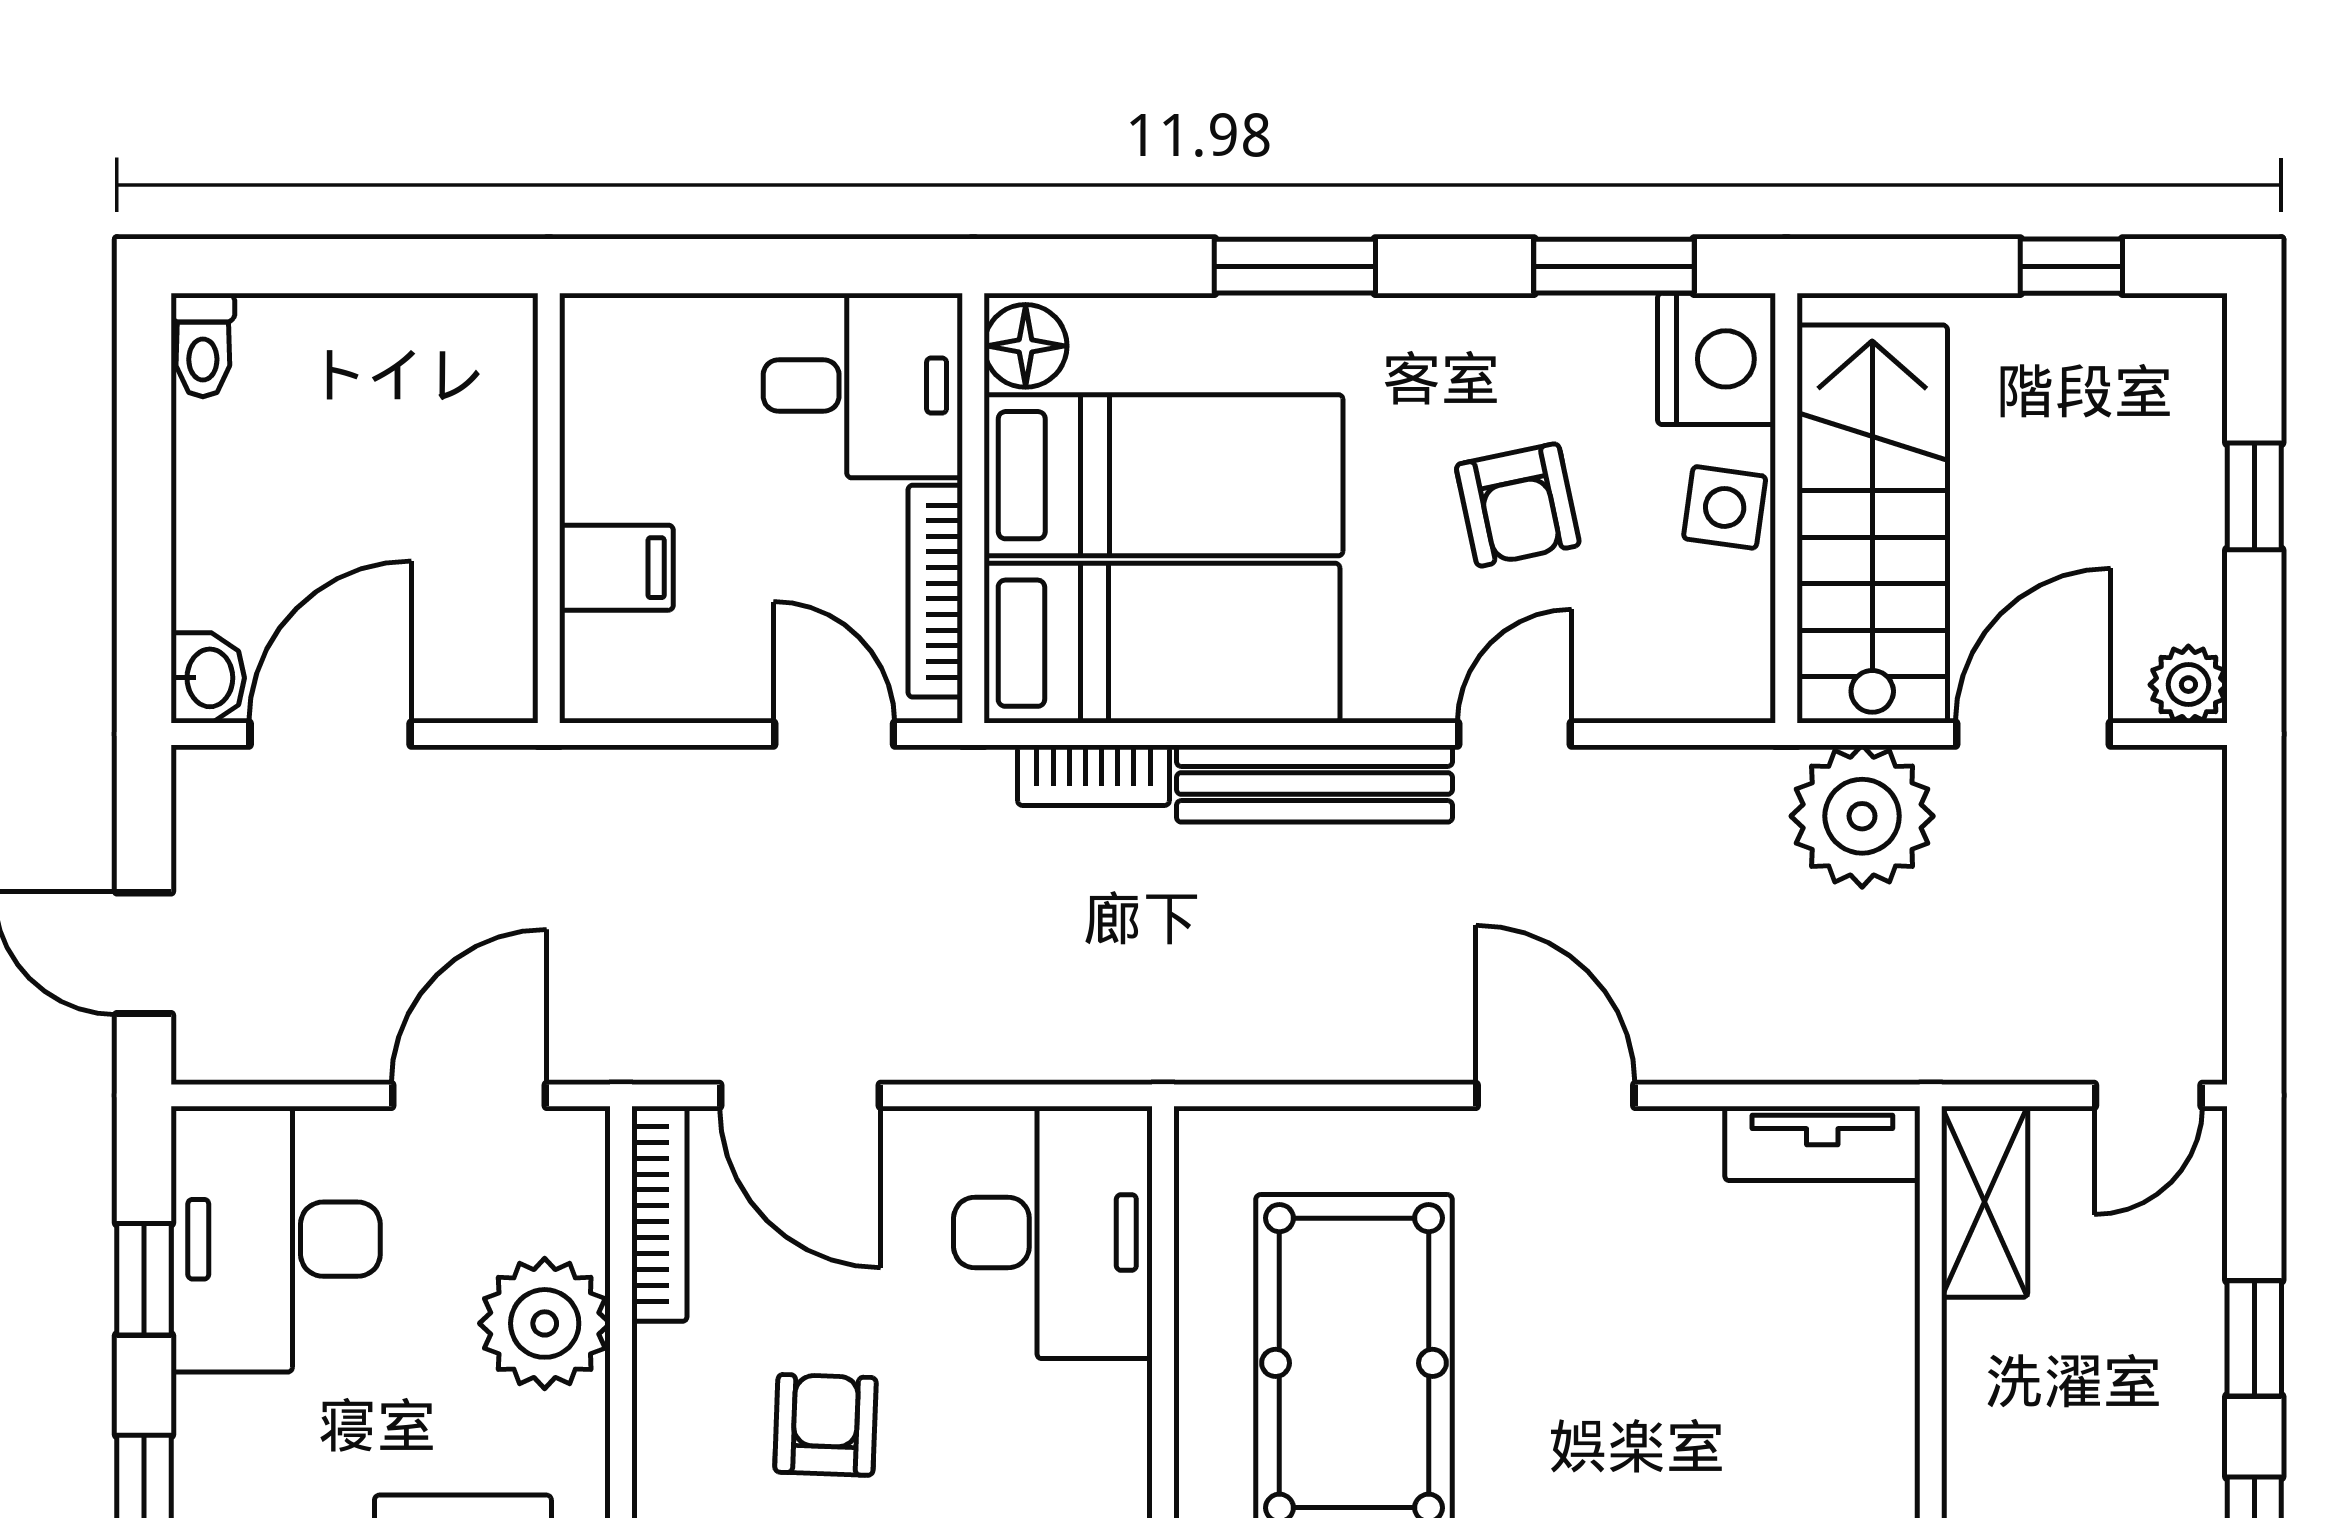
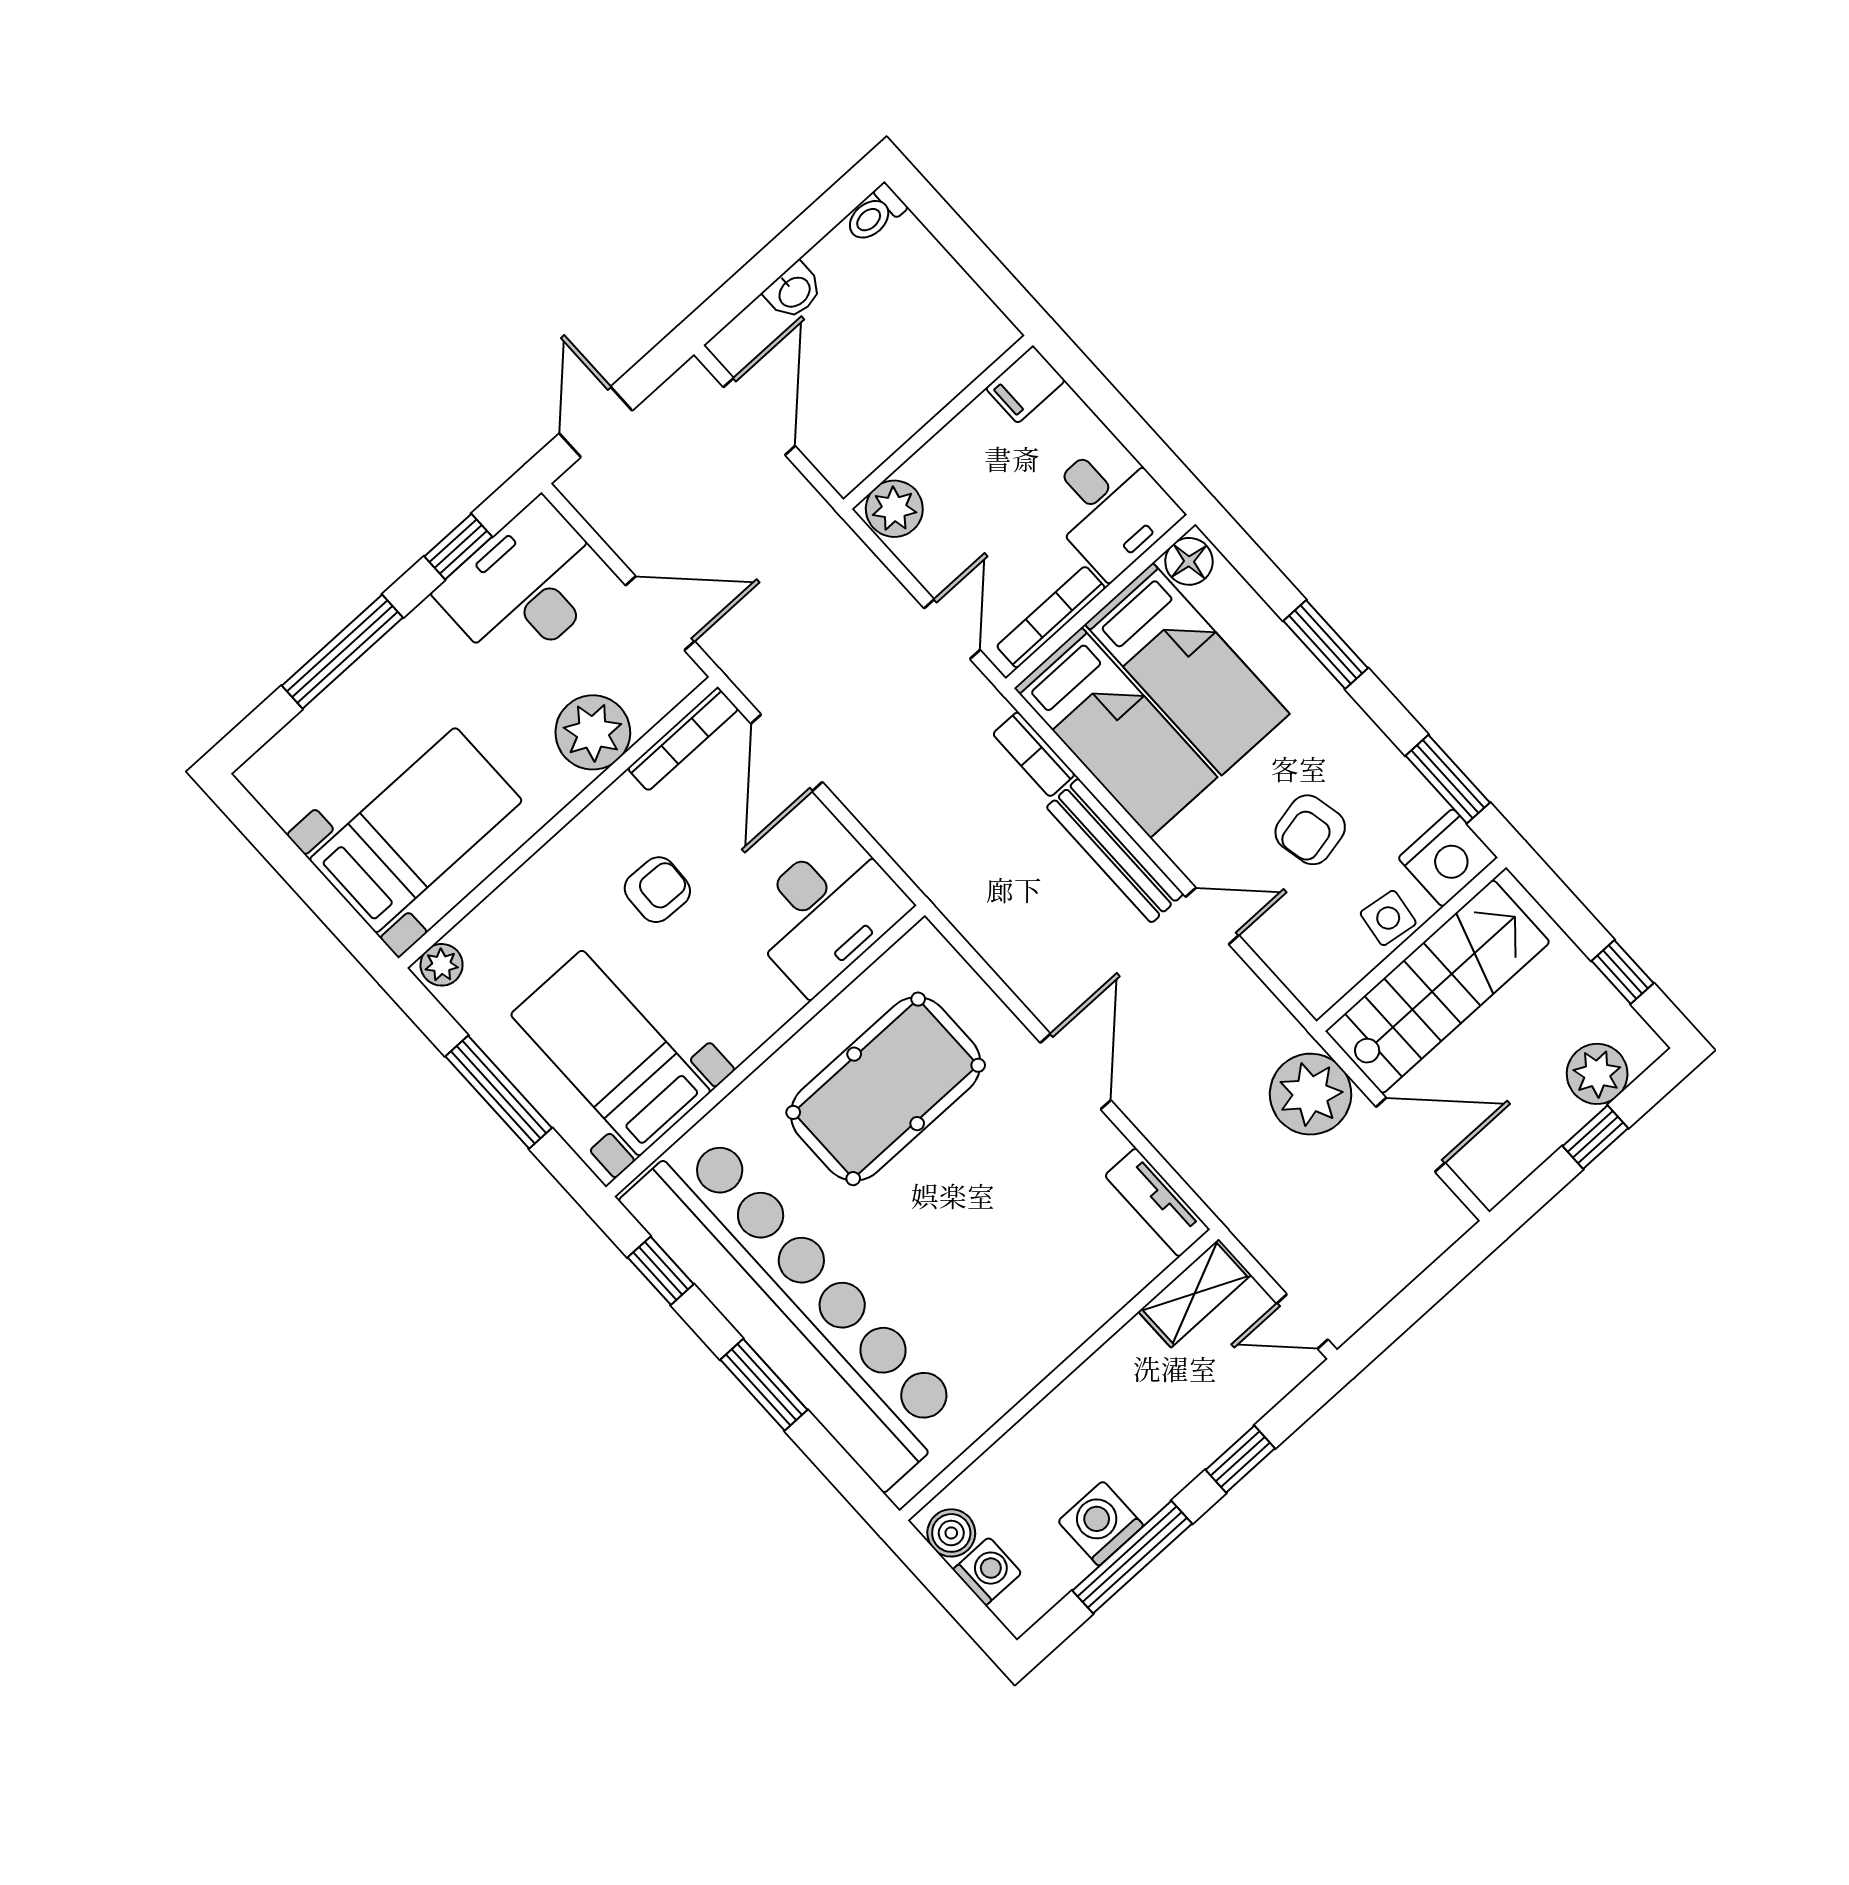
filing cabinet: (616, 568) -> (1025, 384), moved, turned 90
plant: (609, 667) -> (894, 509), added
washbasin: (208, 678) -> (794, 291), moved
plant: (2188, 685) -> (1597, 1074), moved, width x1.38, depth x1.38
door: (330, 734) -> (759, 417), hinge flipped

